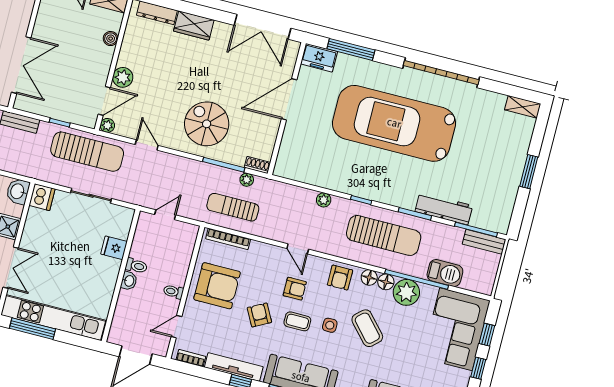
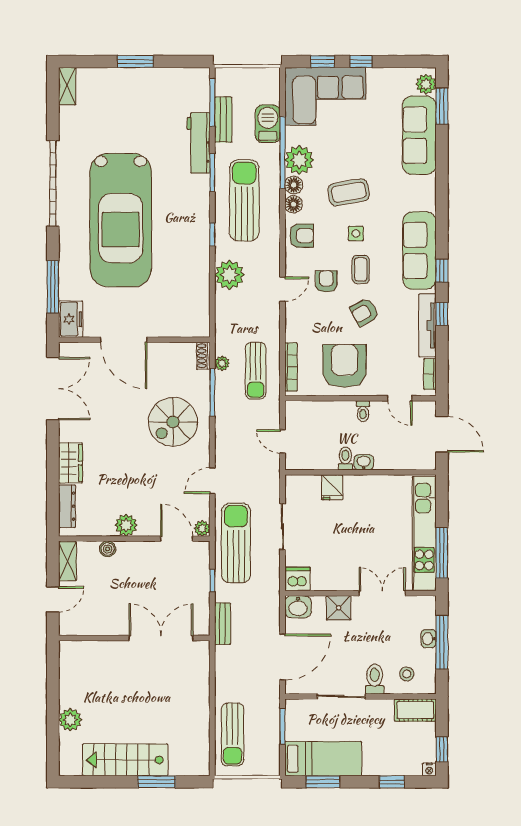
plant: (123, 77) -> (126, 525), moved
plant: (324, 200) -> (230, 275), width x1.87, depth x1.87
bench: (484, 242) -> (223, 120), moved
coffee table: (367, 328) -> (349, 192), turned 32

